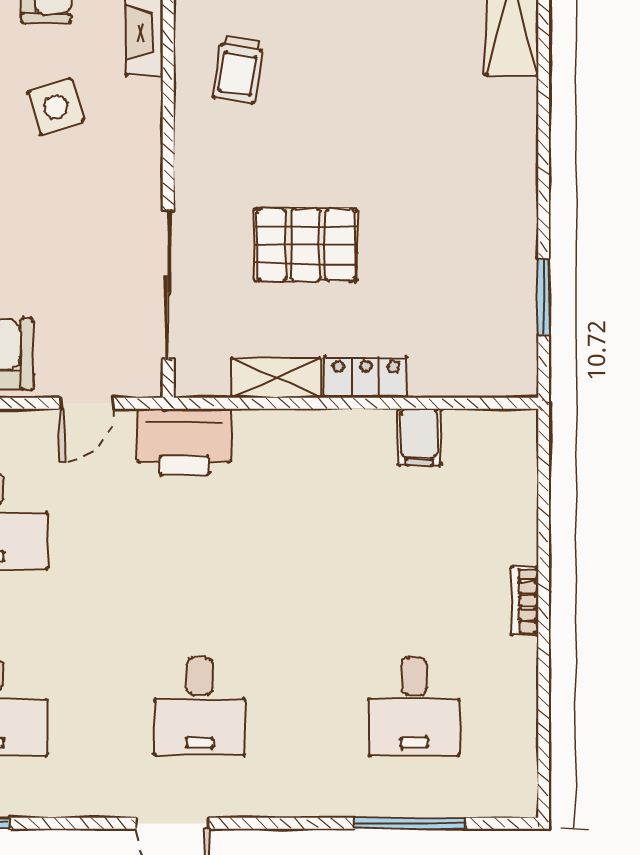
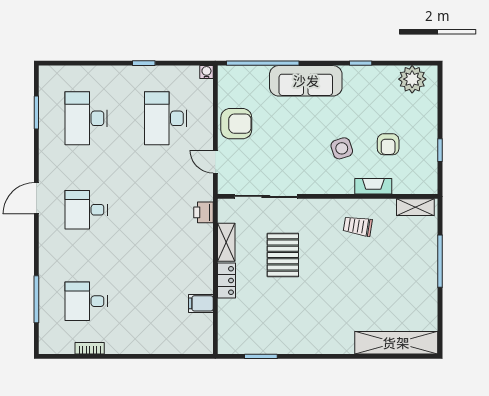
printer: (184, 442) -> (203, 212), width x0.53, depth x0.68
bookcase: (525, 601) -> (90, 348), moved

